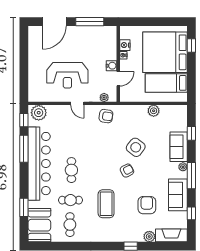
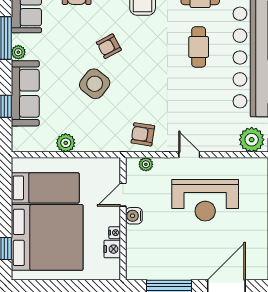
reception desk: (67, 75) -> (205, 200), turned 180
sofa: (179, 147) -> (25, 93), width x1.36

